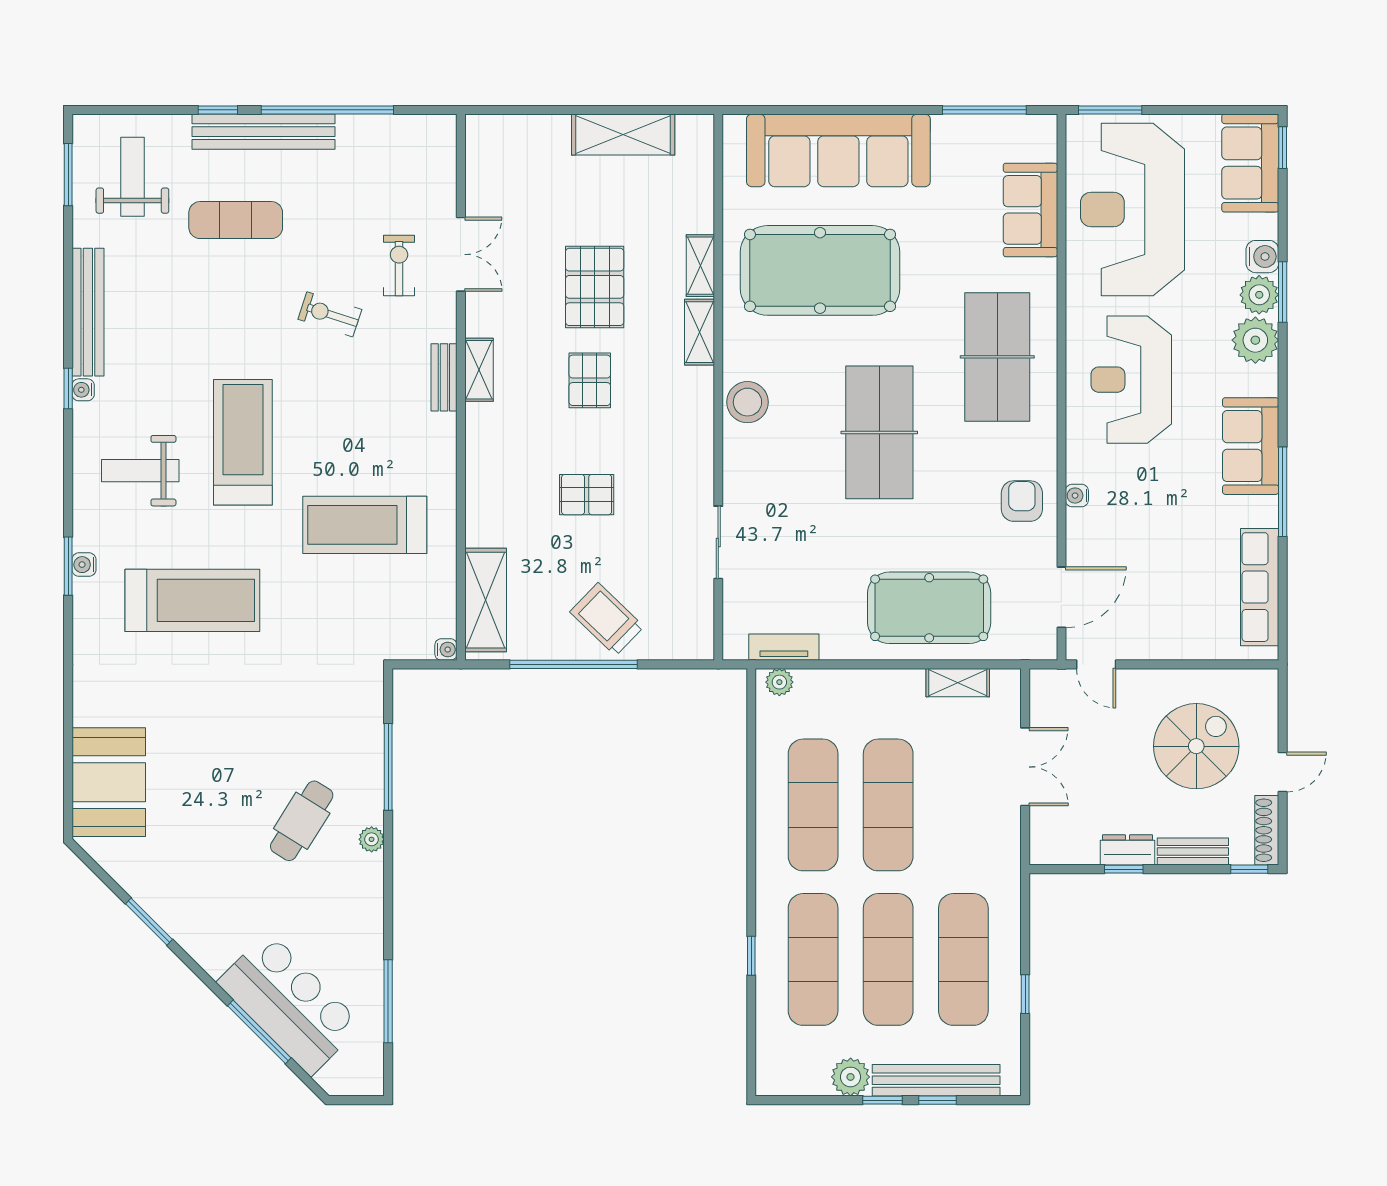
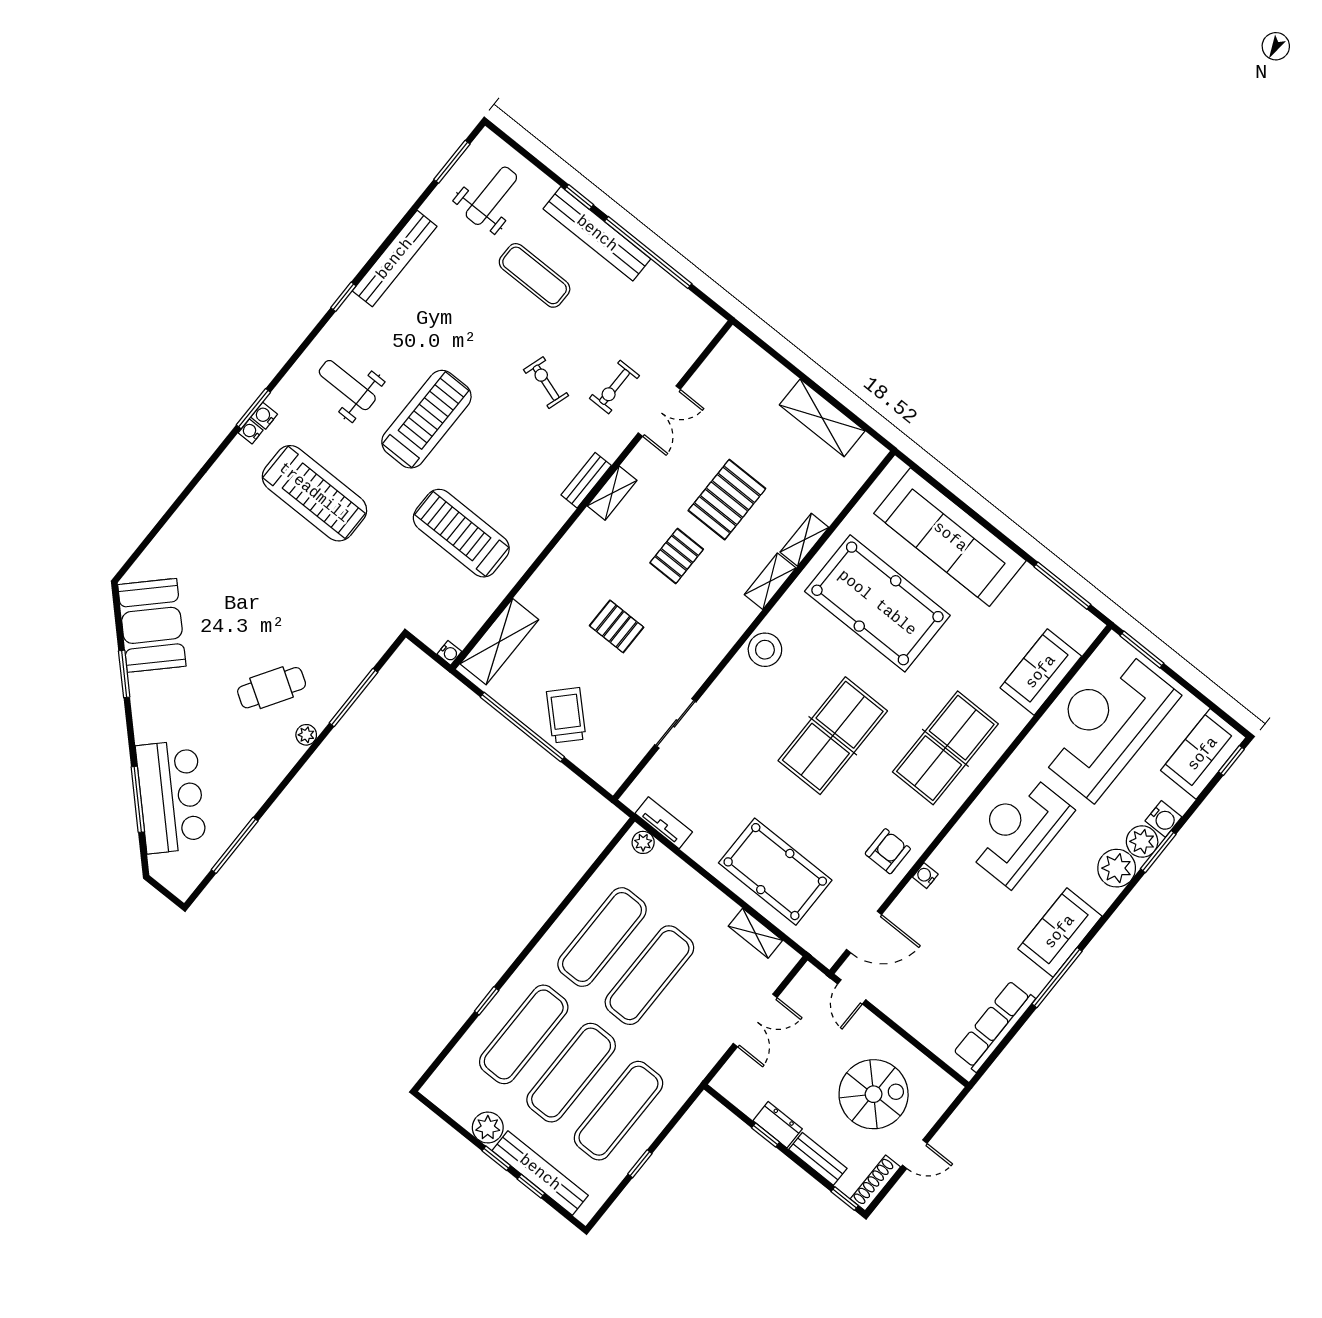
exercise bike: (399, 266) -> (614, 387), turned 180
water cooler: (83, 390) -> (251, 431), moved
booth: (109, 782) -> (152, 625), moved, turned -45

